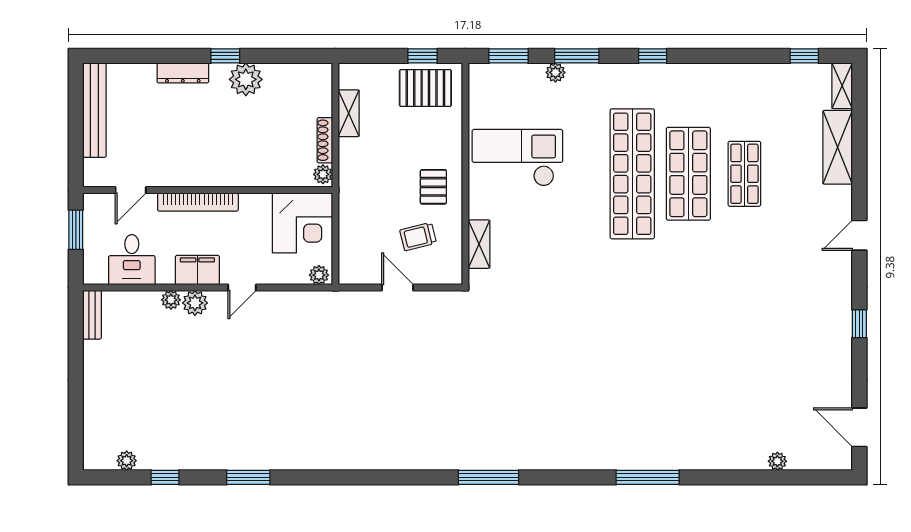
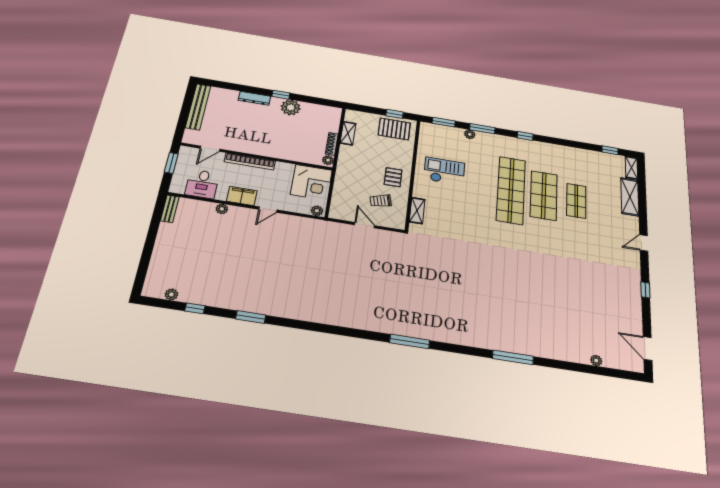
checkout: (517, 158) -> (444, 171), width x0.73, depth x0.83
plant: (195, 303) -> (237, 213), removed

